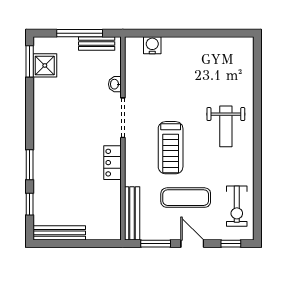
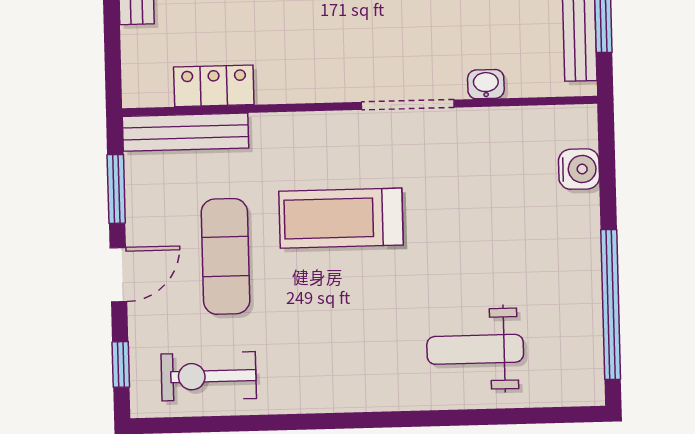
window: (211, 33) -> (611, 304), added
weight bench: (226, 126) -> (475, 349), moved
locker: (112, 163) -> (214, 86), moved

